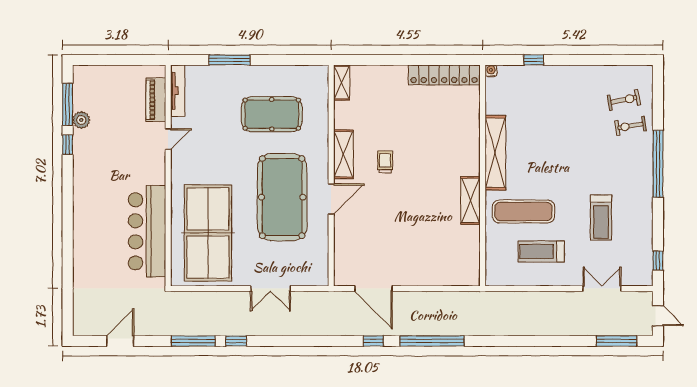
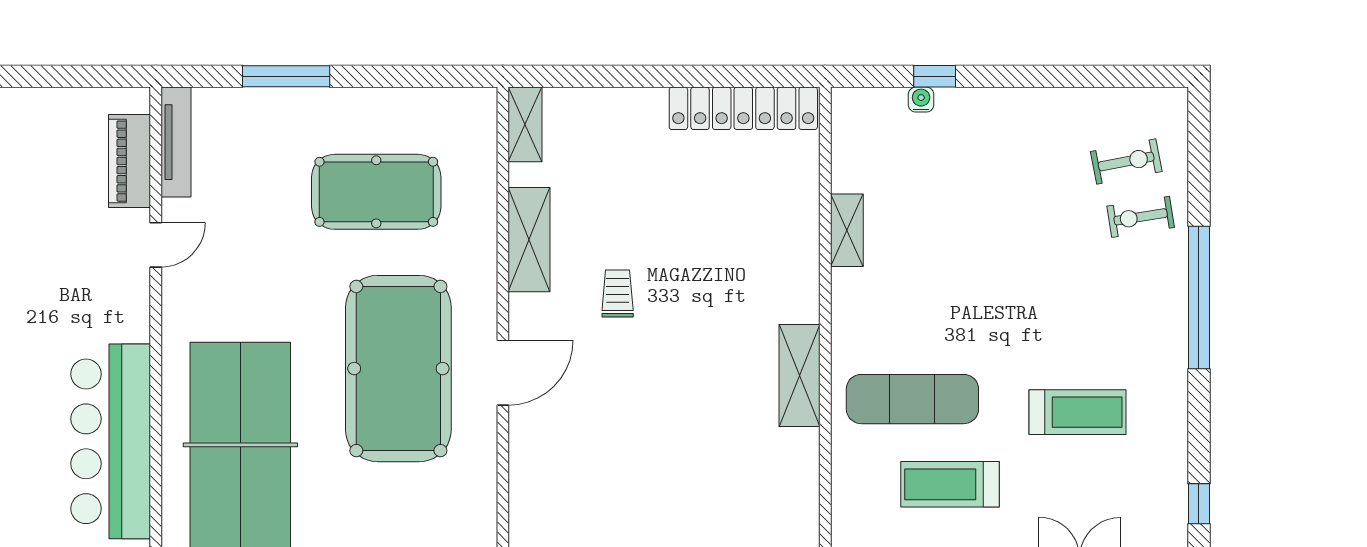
water cooler: (491, 71) -> (921, 100), moved
shelving: (495, 153) -> (847, 230), width x0.45, depth x0.75
shelving: (343, 154) -> (529, 240), moved
treadmill: (601, 218) -> (1078, 412), turned -90

